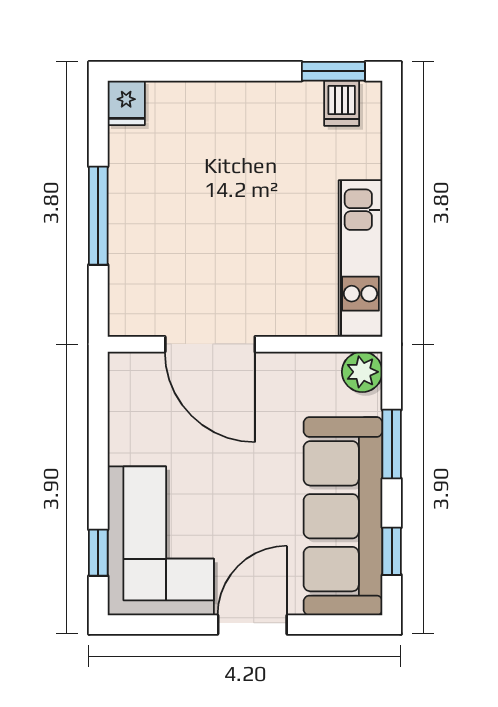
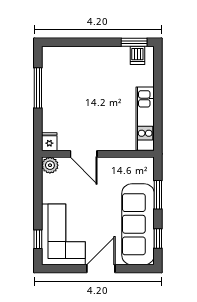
fridge: (126, 103) -> (49, 142), moved, turned 180
window: (98, 216) -> (38, 88), moved
door: (210, 344) -> (84, 154), width x0.73
plant: (362, 372) -> (50, 165), moved

